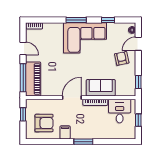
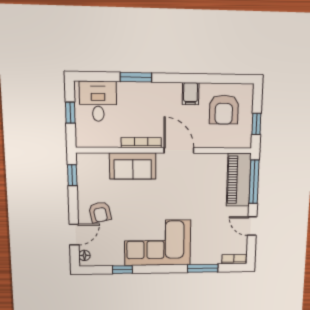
window: (76, 20) -> (203, 268), moved
door: (72, 98) -> (179, 150), swing flipped
desk: (120, 111) -> (98, 101), moved, turned 180
armchair: (44, 123) -> (224, 110), turned -90
window: (83, 142) -> (136, 77), moved

